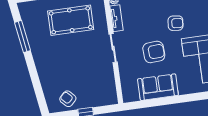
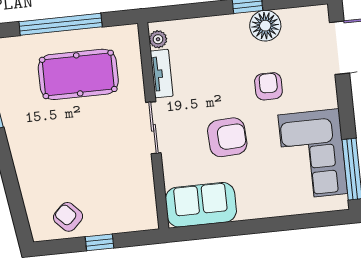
armchair: (176, 23) -> (268, 86), turned -96
sofa: (158, 87) -> (201, 205), moved

